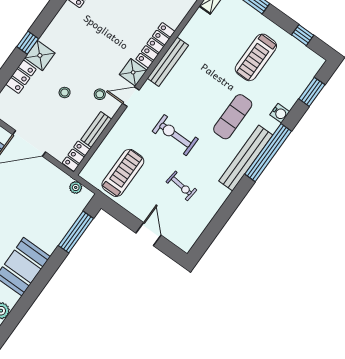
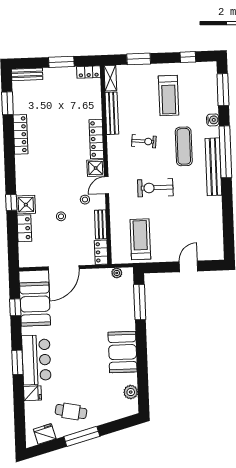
bench: (168, 62) -> (112, 113), moved
window: (312, 92) -> (223, 90), width x1.44
exercise bike: (181, 186) -> (144, 141), moved
door: (149, 234) -> (188, 266), hinge flipped

